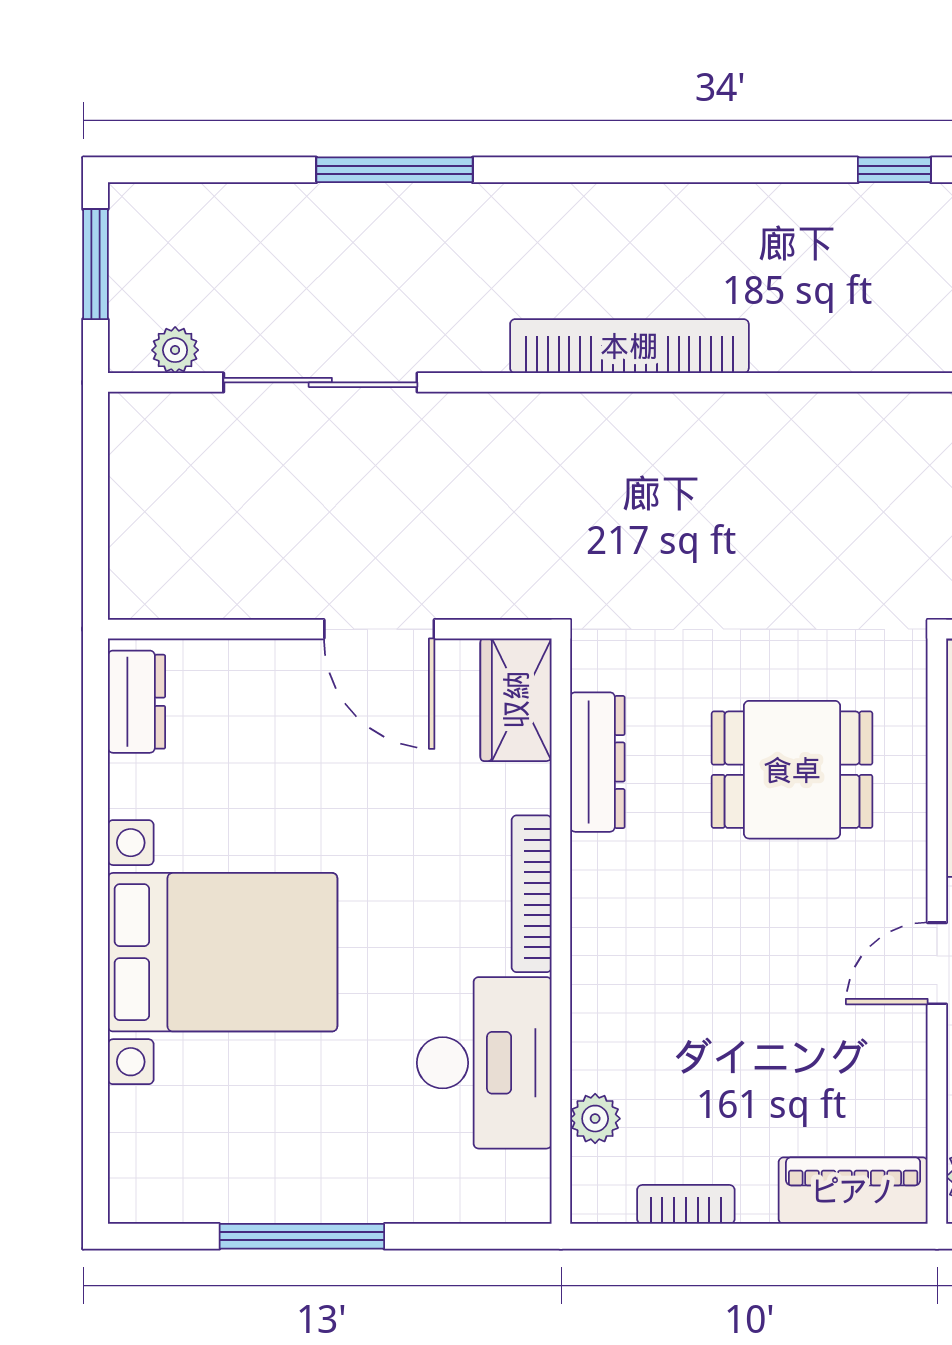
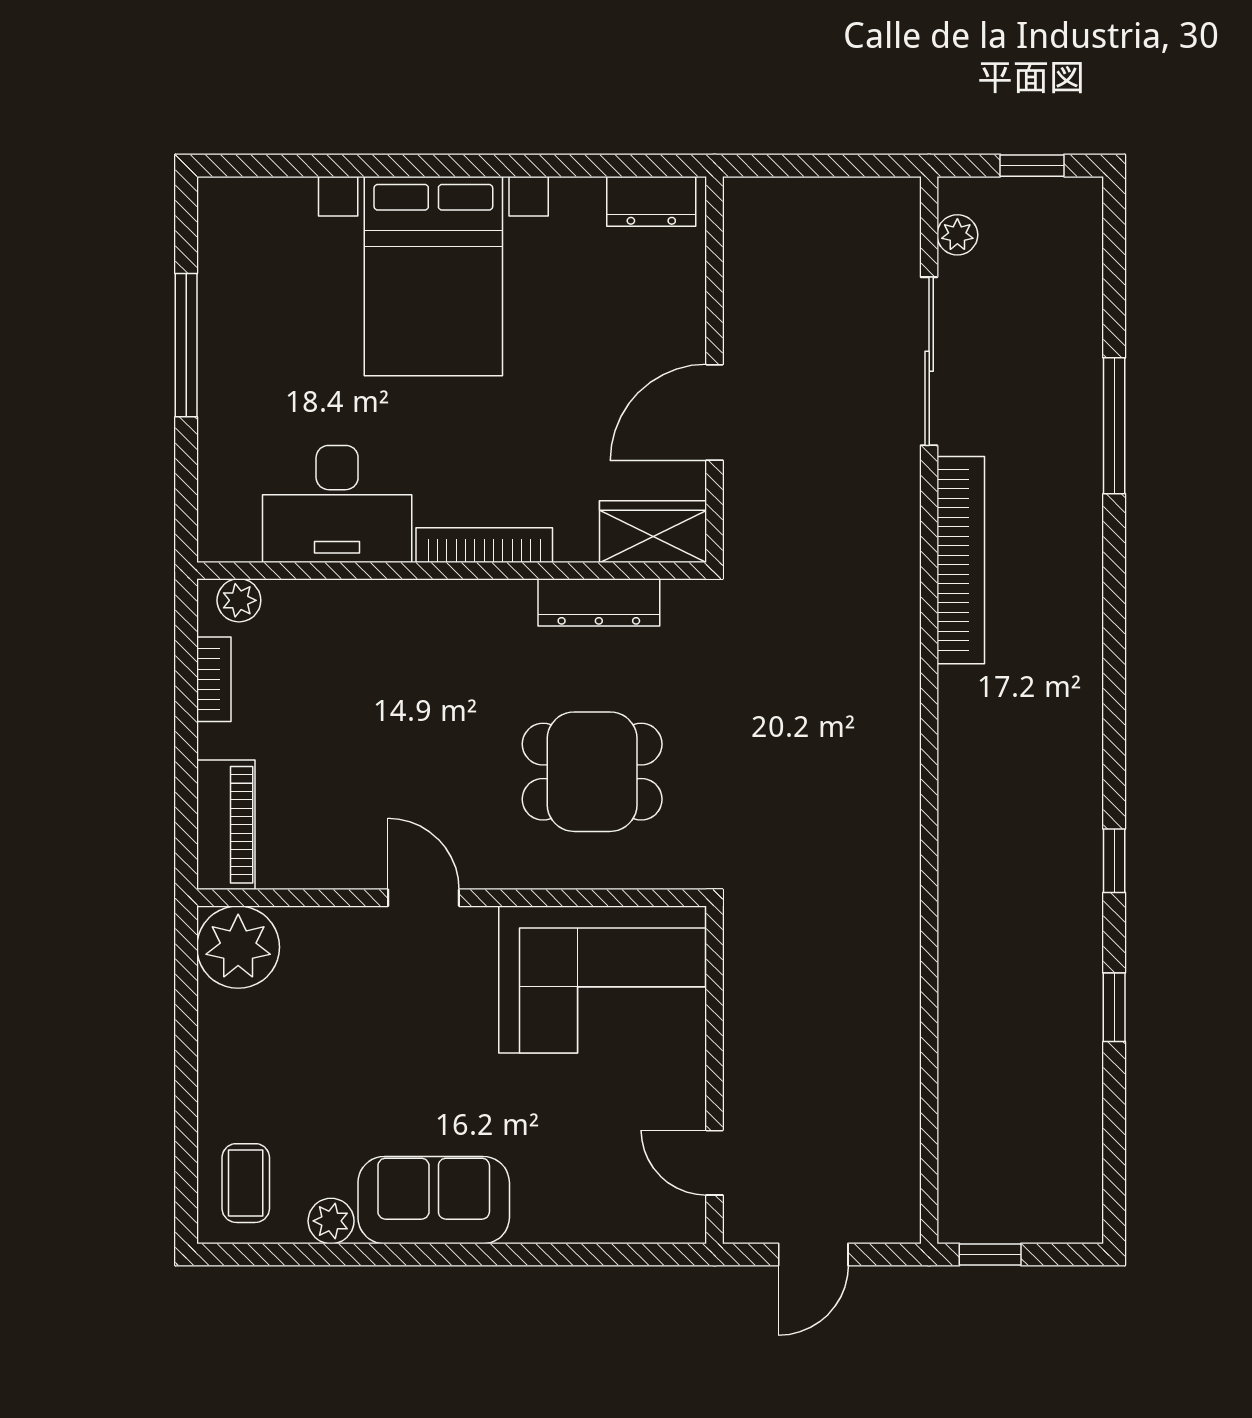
window: (95, 264) -> (1032, 166), width x0.67
bookcase: (629, 346) -> (961, 560), moved
dining table: (792, 770) -> (592, 772), turned 90
plant: (595, 1119) -> (239, 600), moved

